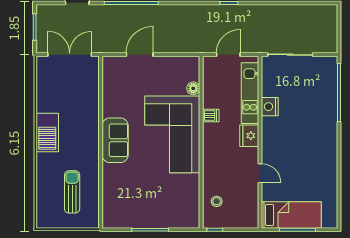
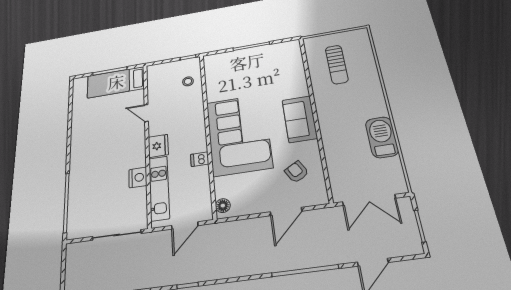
floor lamp: (193, 88) -> (223, 206), moved
armchair: (125, 89) -> (297, 172), added
barbecue: (47, 132) -> (382, 137), moved

